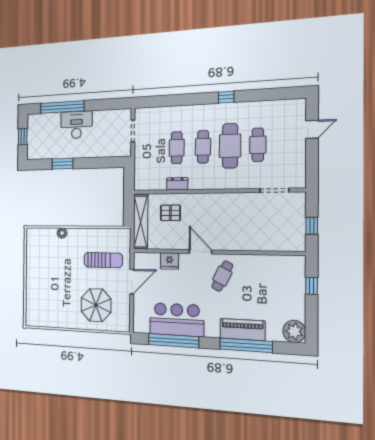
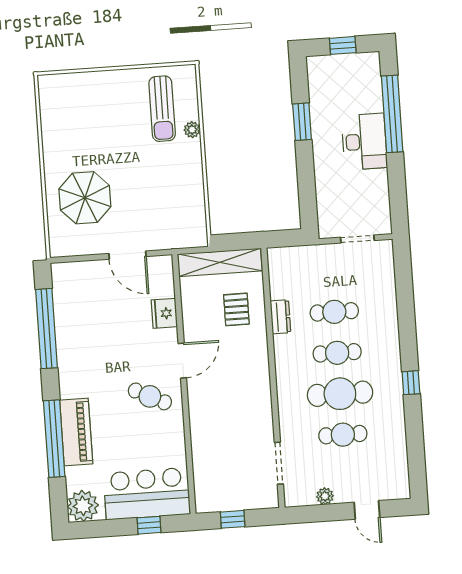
plant: (300, 159) -> (325, 496), added
sun lounger: (103, 260) -> (162, 109), moved
bar counter: (177, 320) -> (147, 494), moved, turned -90

